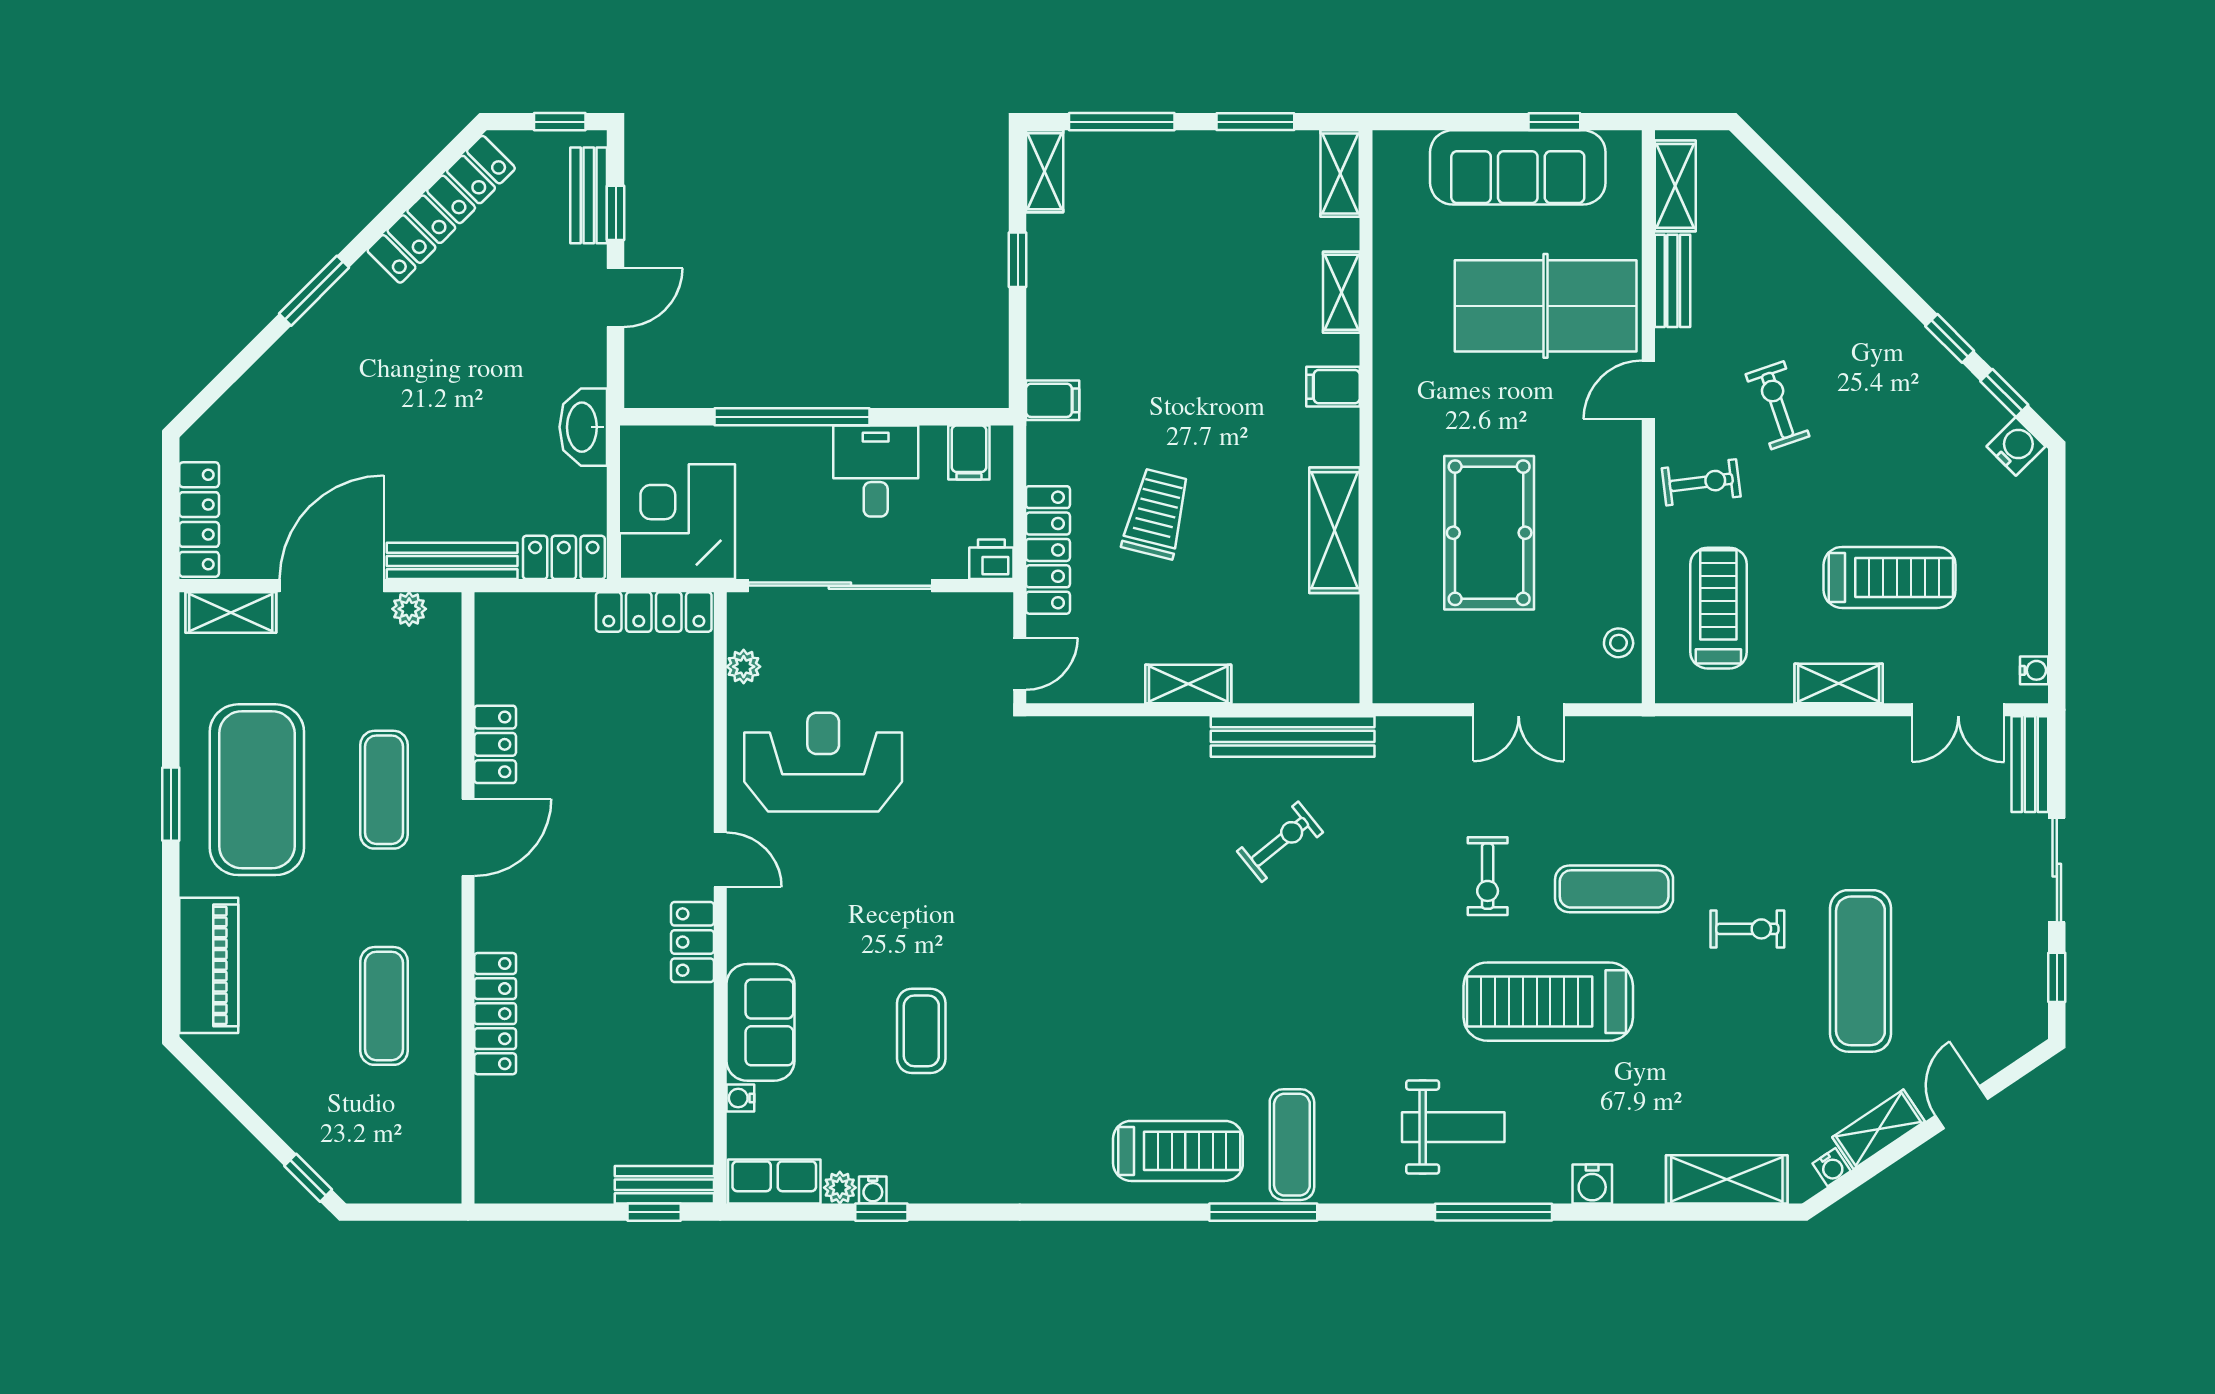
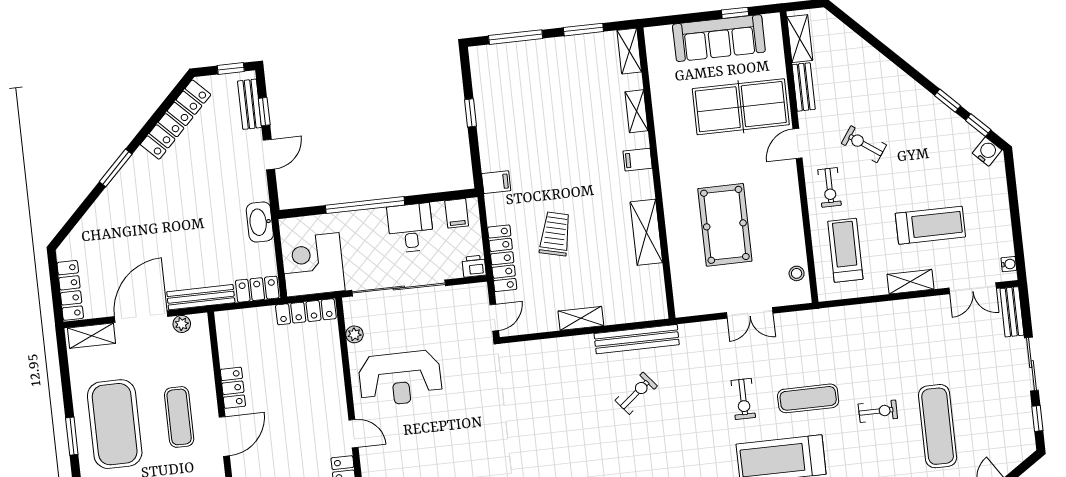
shelving: (1045, 171) -> (479, 67), removed
exercise bike: (1778, 405) -> (864, 144), turned -36
exercise bike: (1701, 482) -> (830, 187), turned 97
reception desk: (823, 762) -> (400, 378), turned 180

